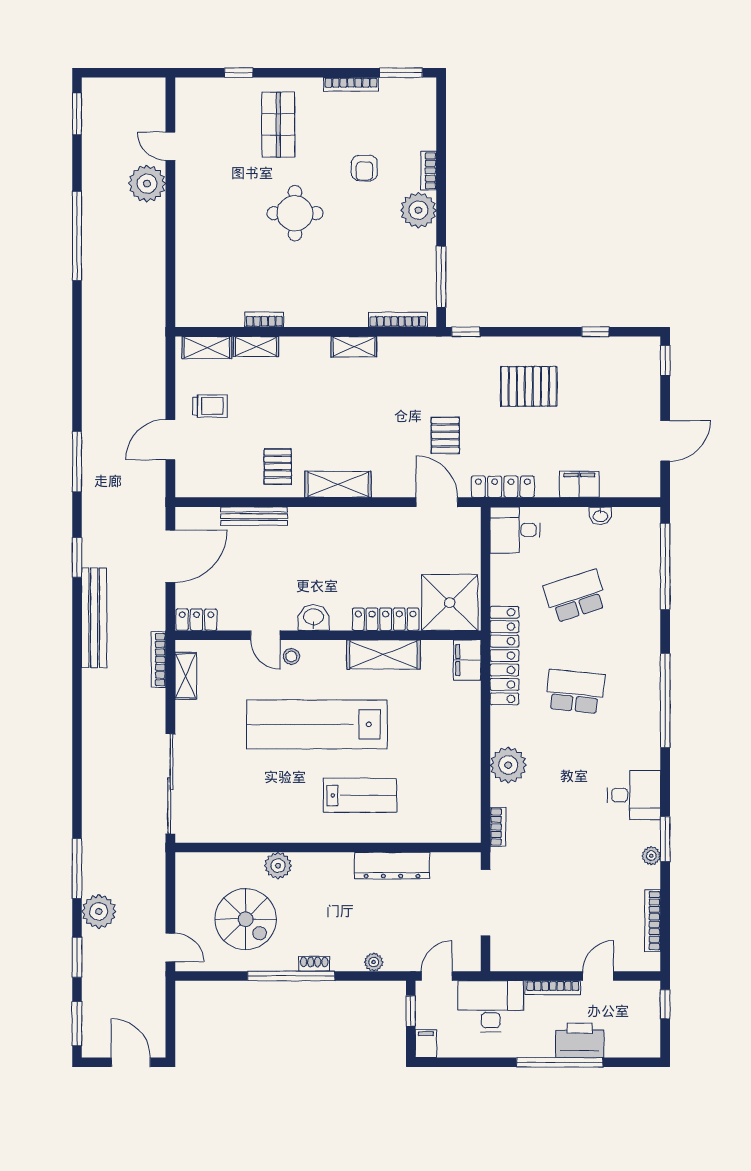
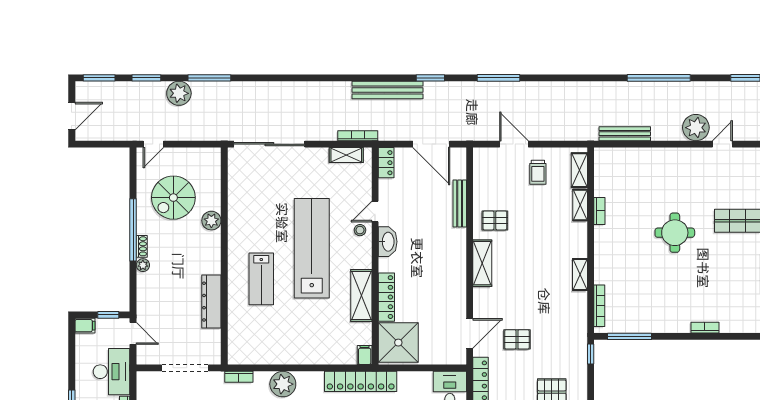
armchair: (364, 168) -> (707, 282), removed
plant: (418, 210) -> (677, 320), removed
bench: (156, 284) -> (625, 134), added
washbasin: (314, 618) -> (388, 242), width x1.38
filing cabinet: (467, 660) -> (365, 355), width x0.50
plant: (374, 962) -> (143, 265), moved

